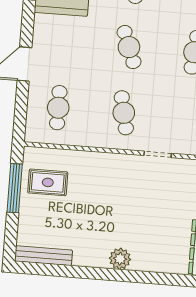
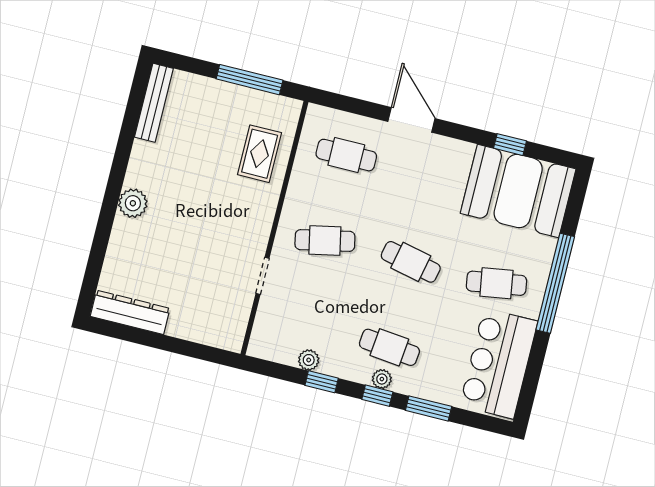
cafe table: (129, 47) -> (411, 262), turned 33
rug: (48, 182) -> (260, 154), moved

